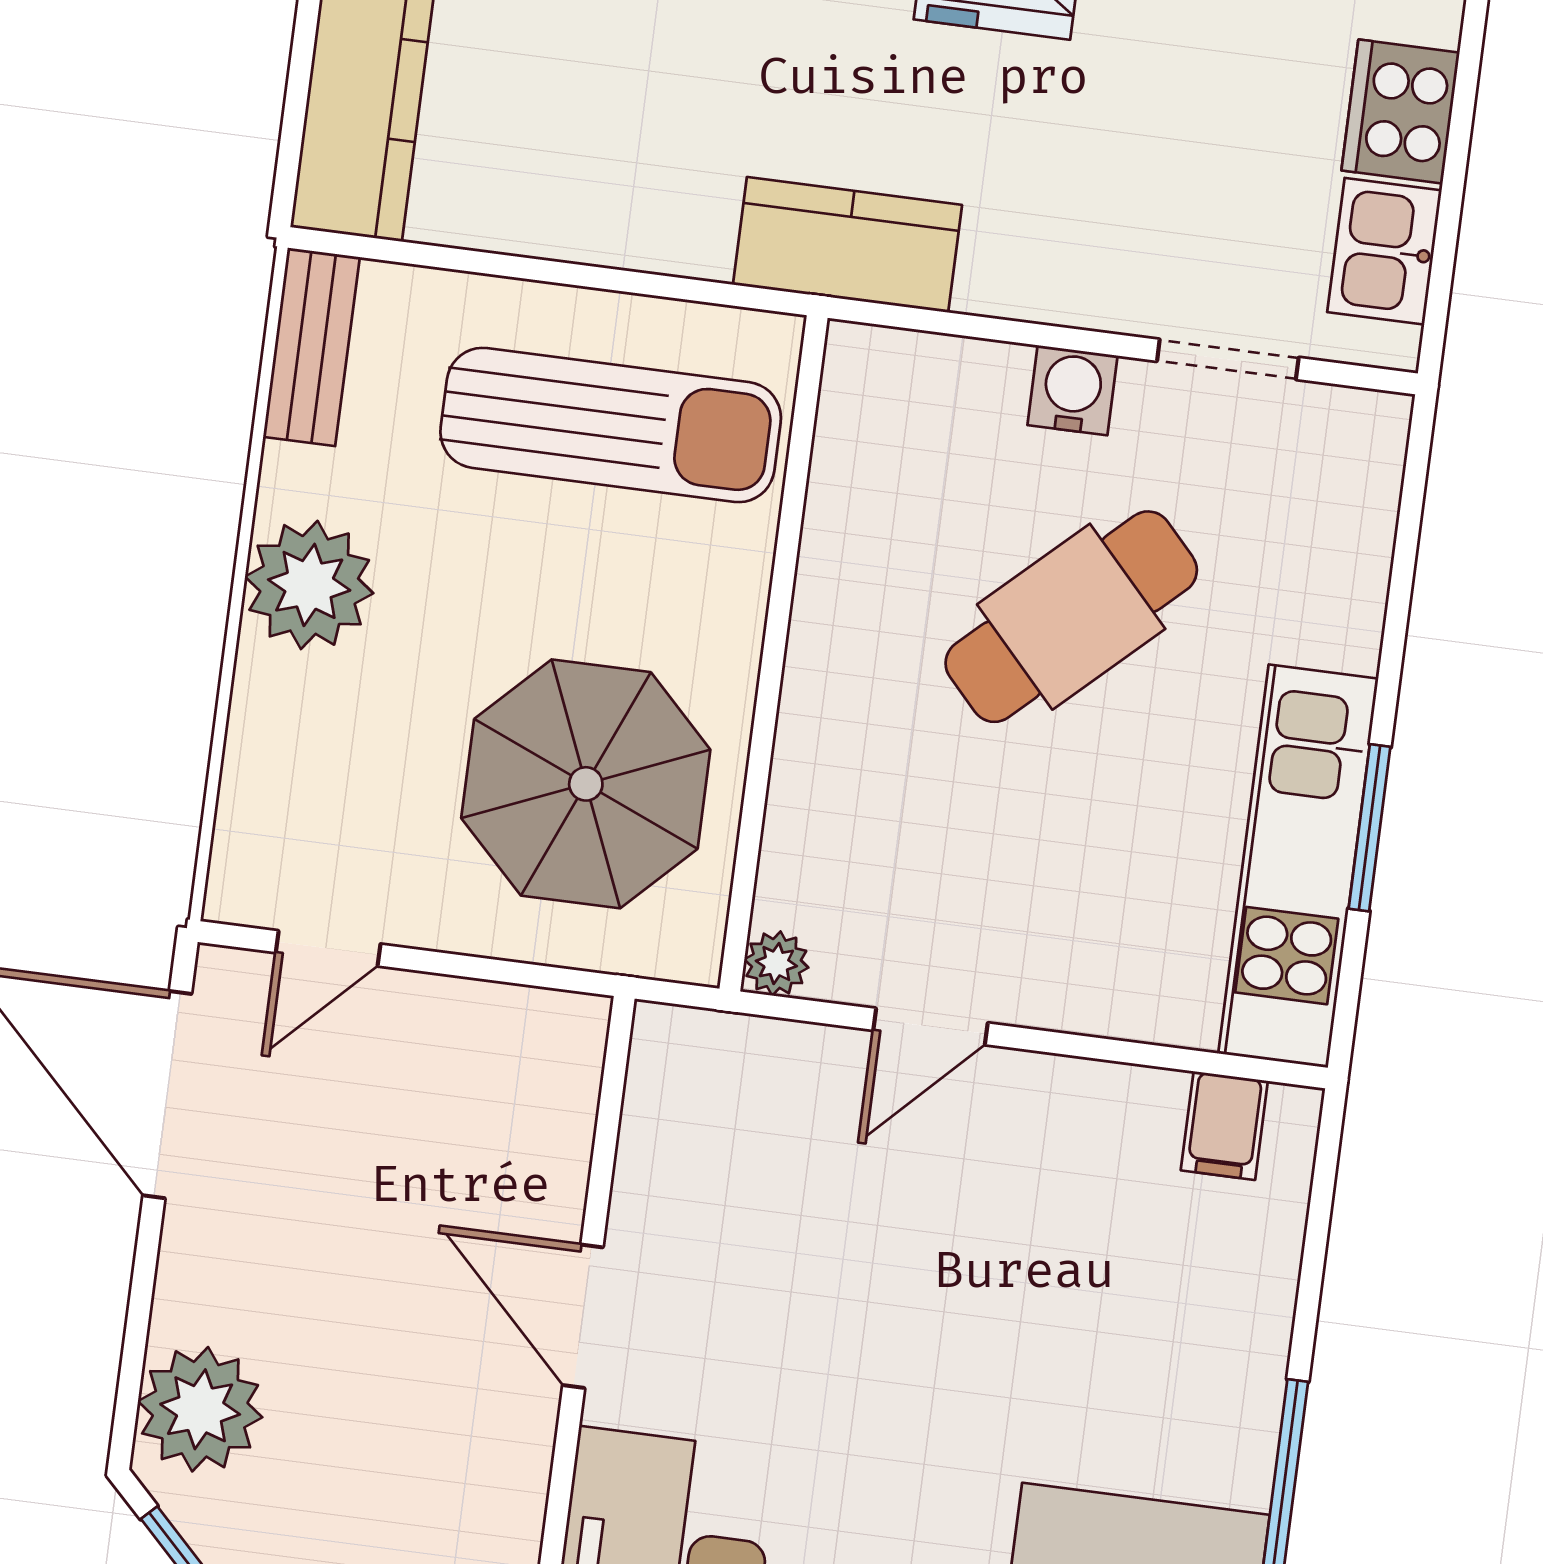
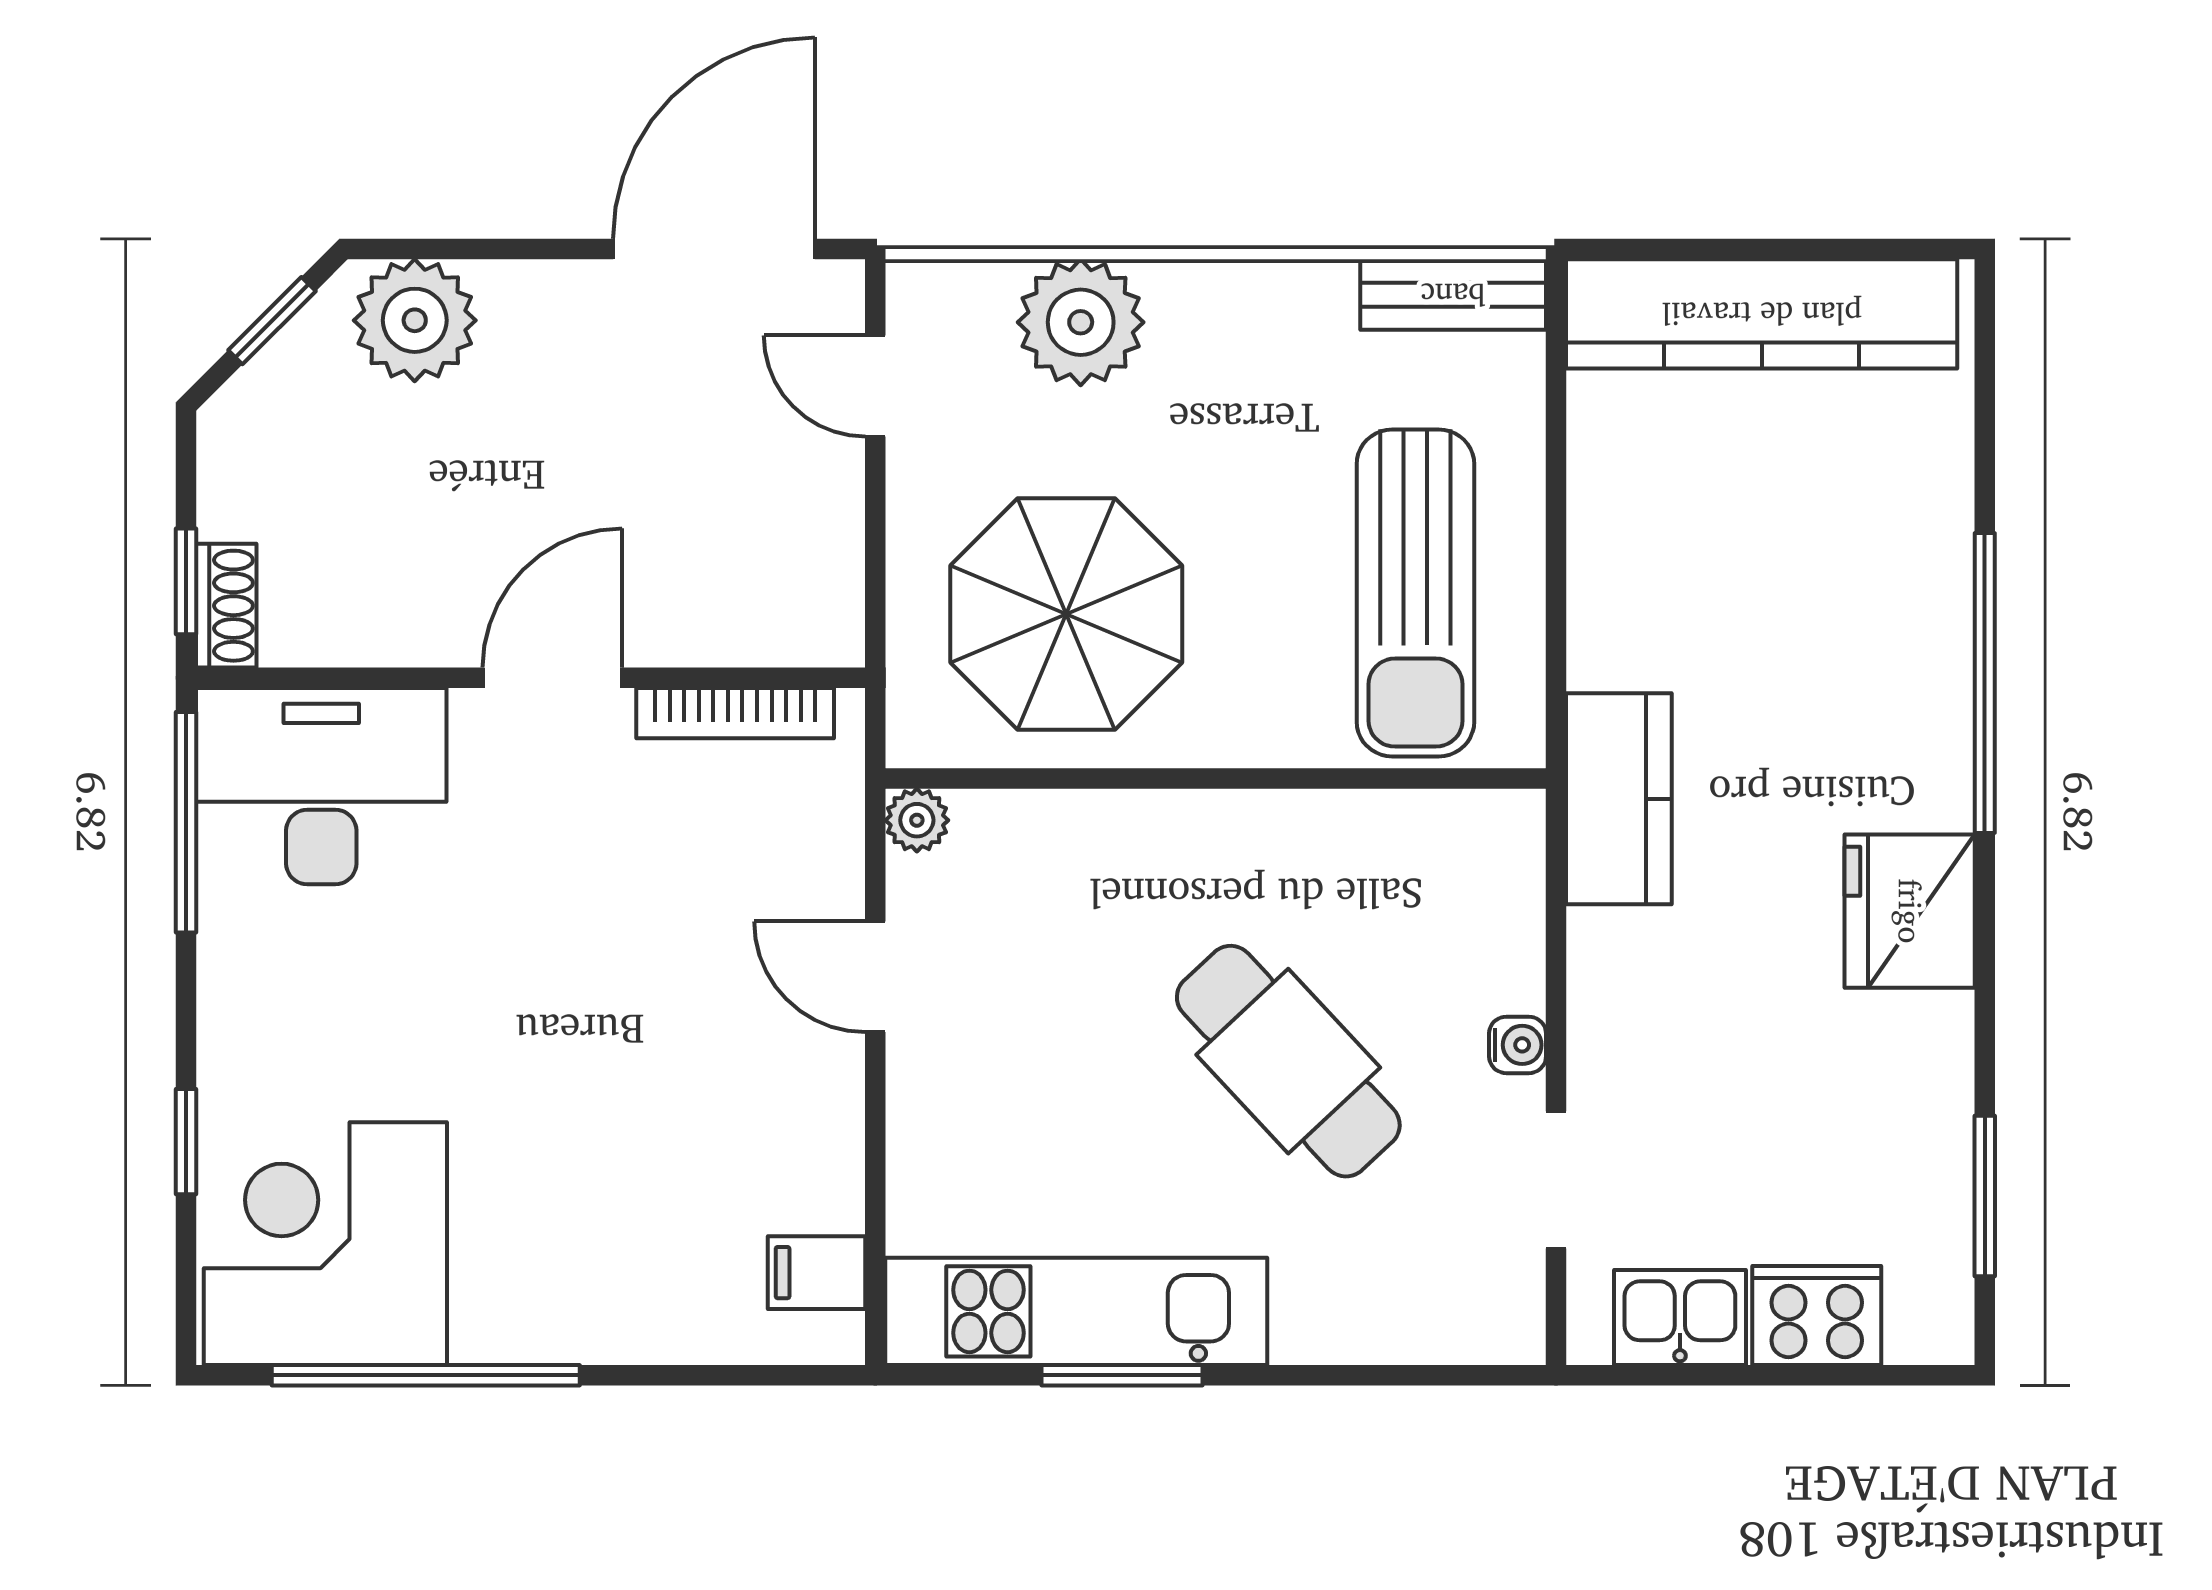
water cooler: (1073, 390) -> (1518, 1045), width x0.72, depth x0.72
plant: (309, 585) -> (1081, 322), moved
bookcase: (643, 1135) -> (735, 713), added

